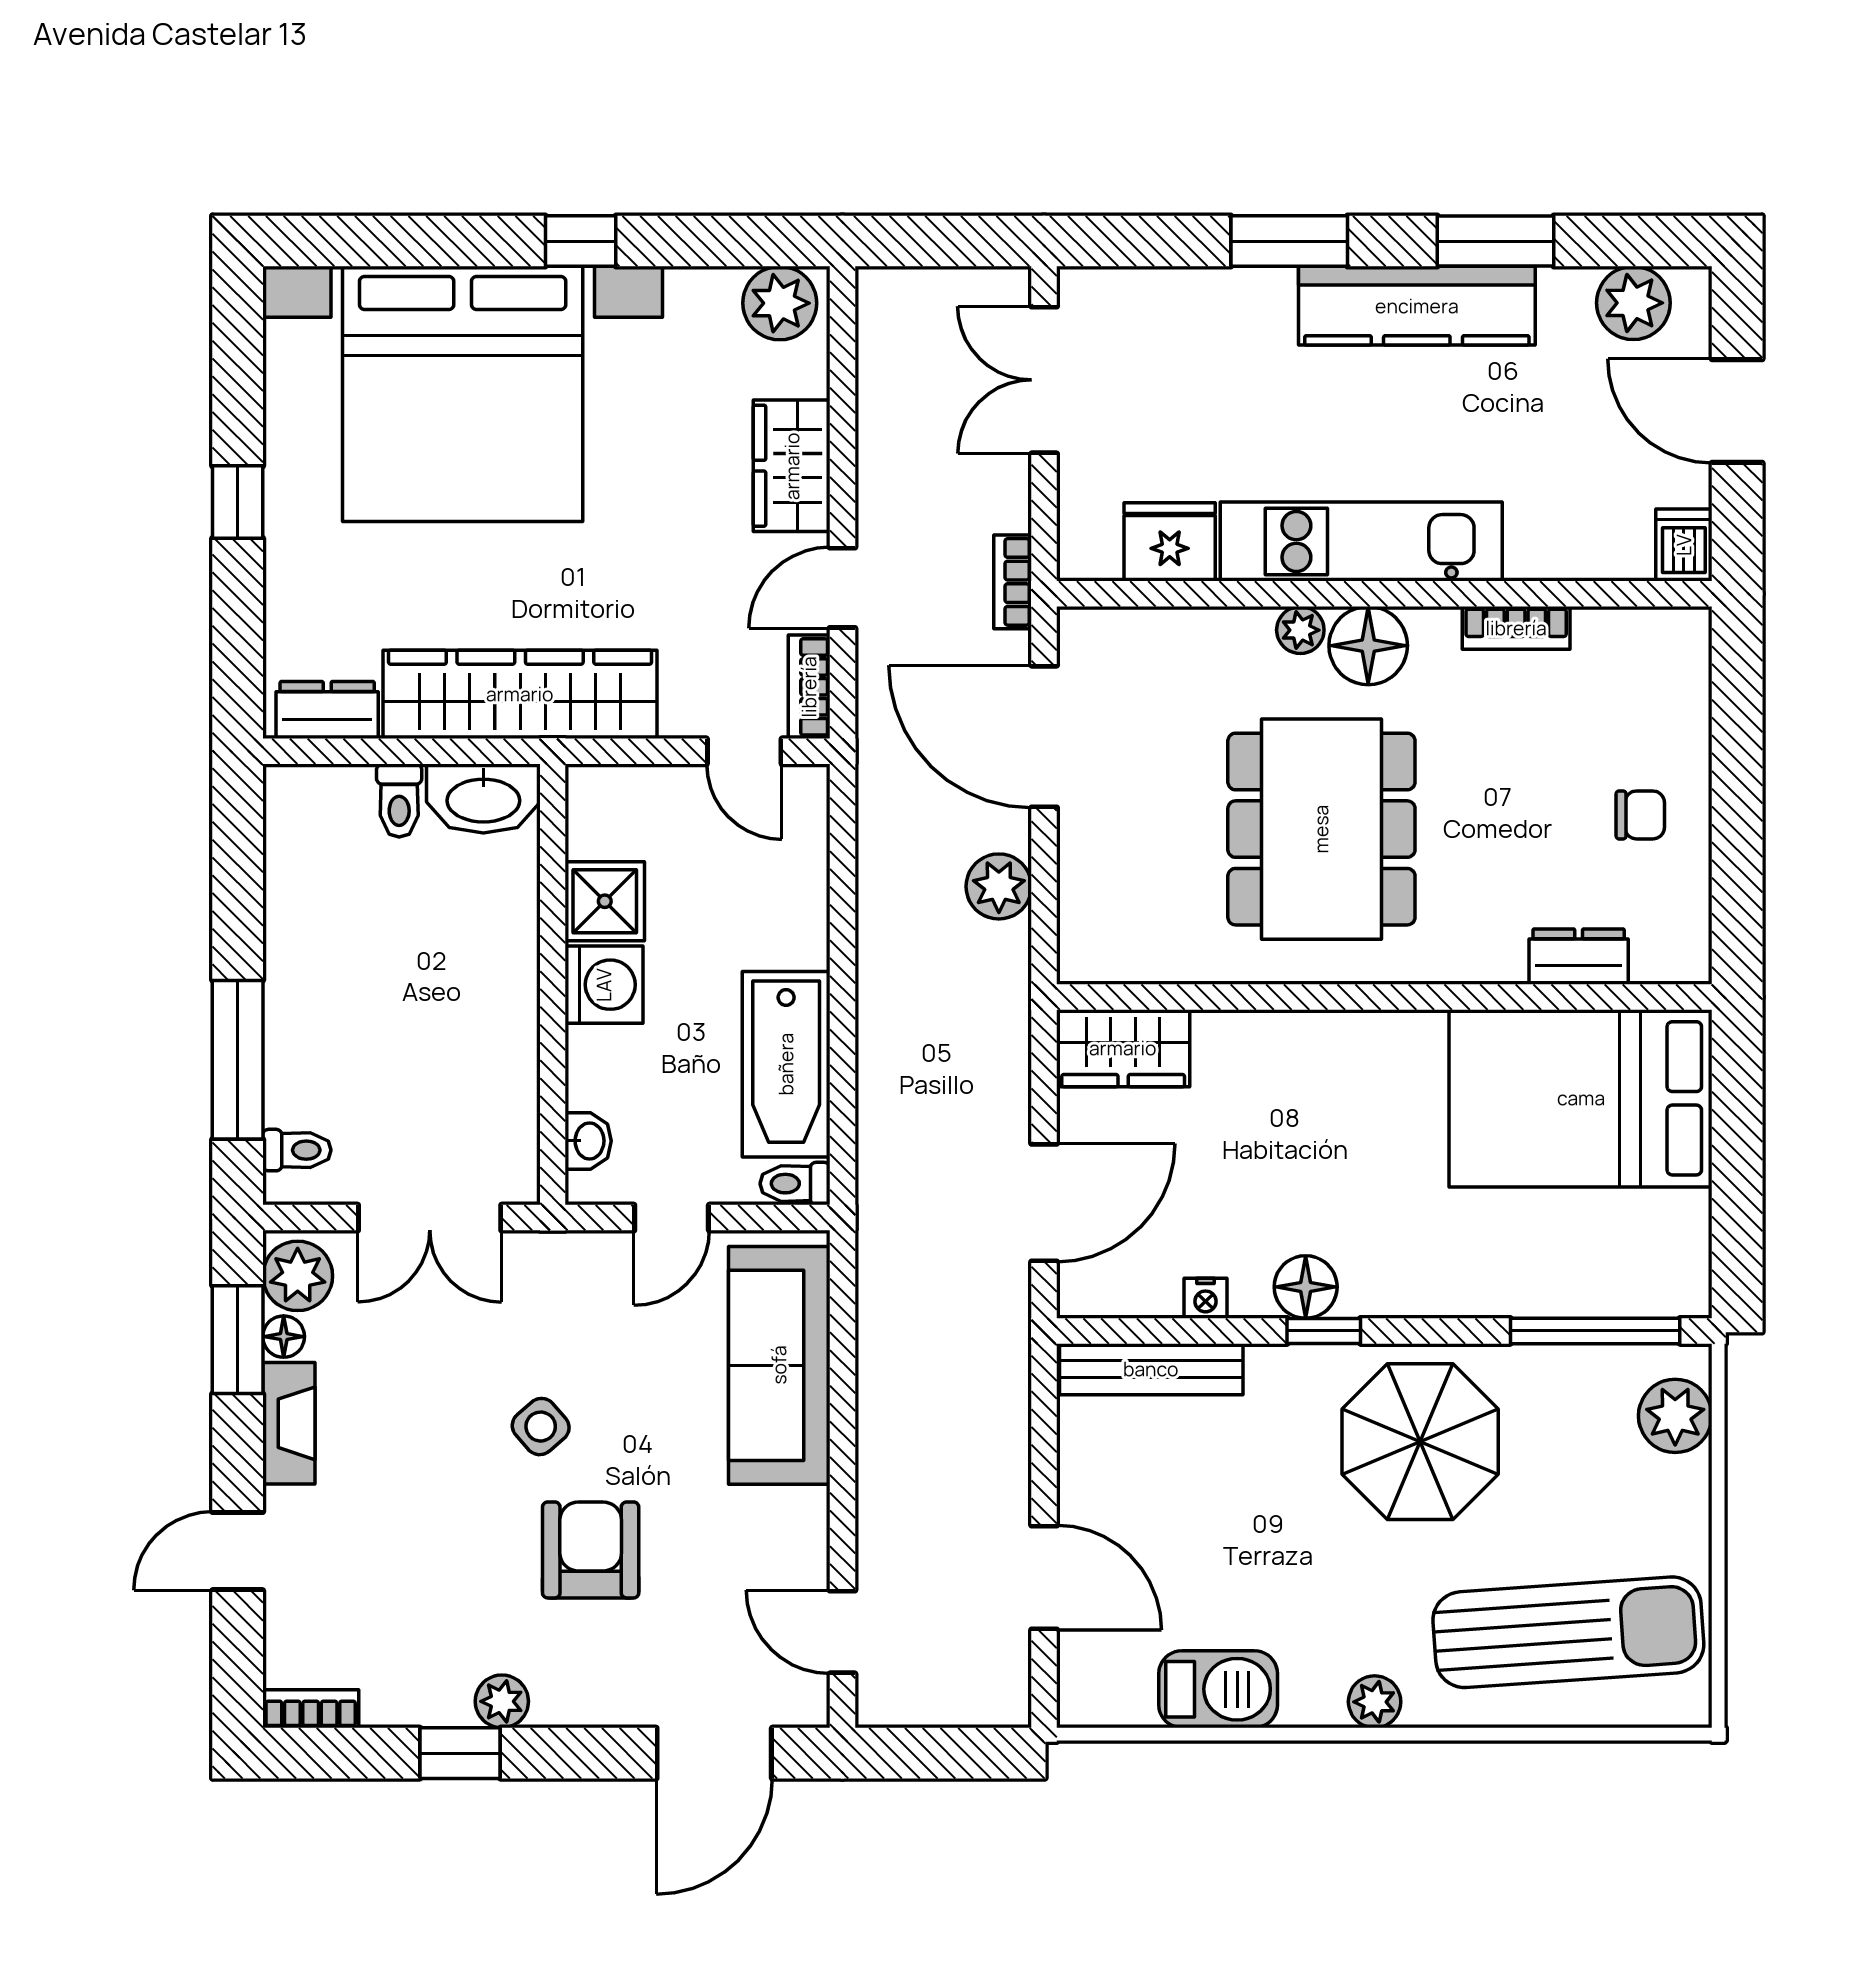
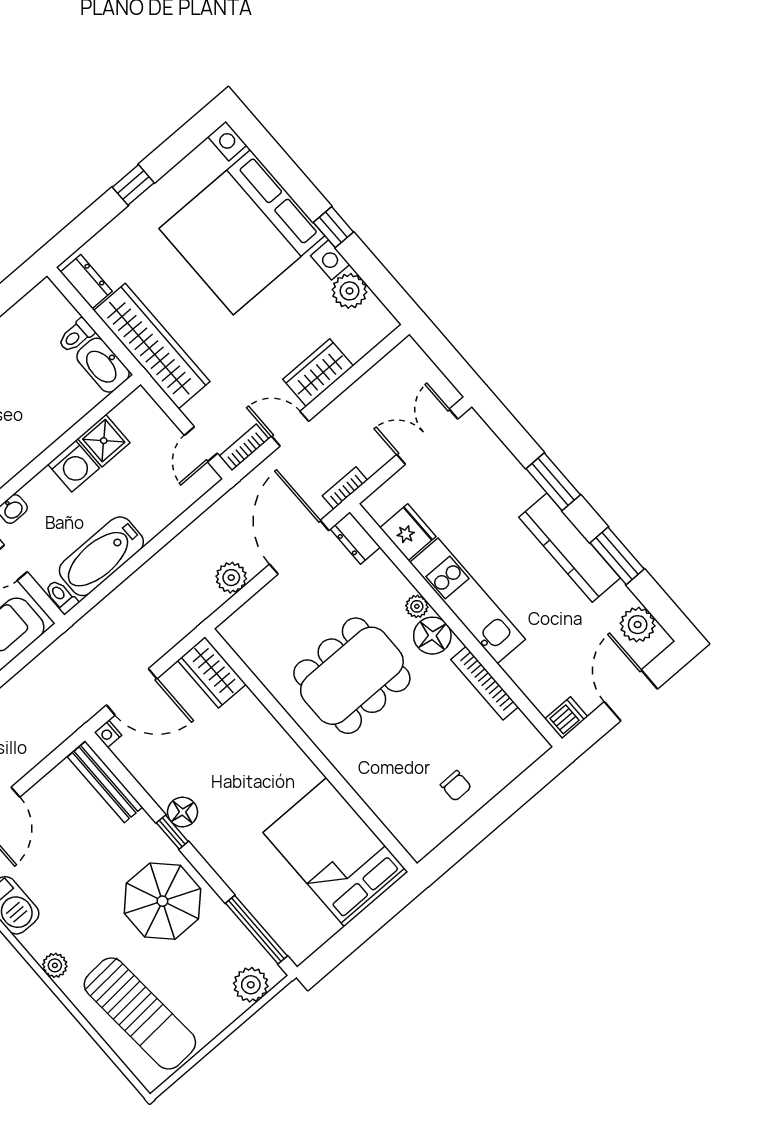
plant: (780, 303) -> (350, 291), moved
bookcase: (1516, 628) -> (485, 683), width x1.56
dresser: (1579, 957) -> (355, 538), moved, turned 180
nightstand: (1206, 1298) -> (108, 734), moved

